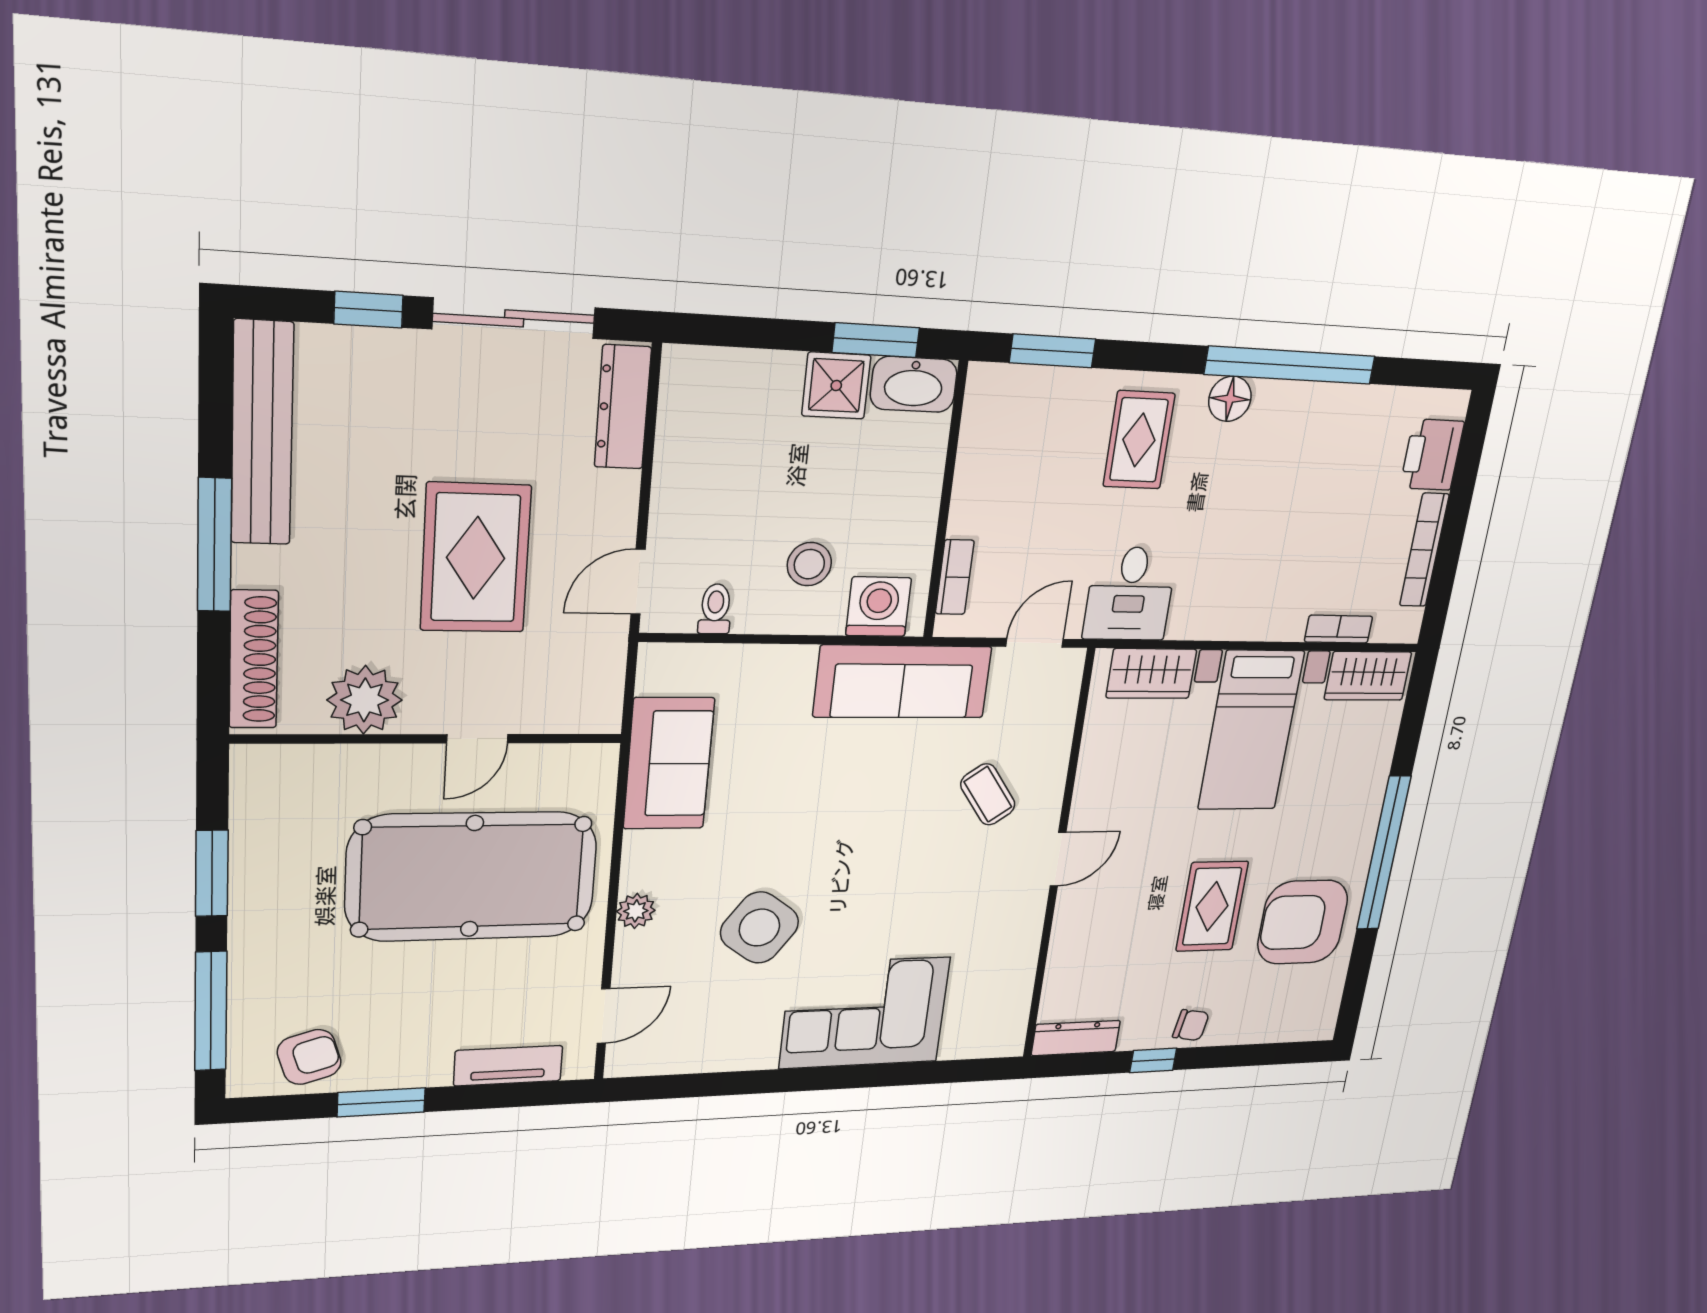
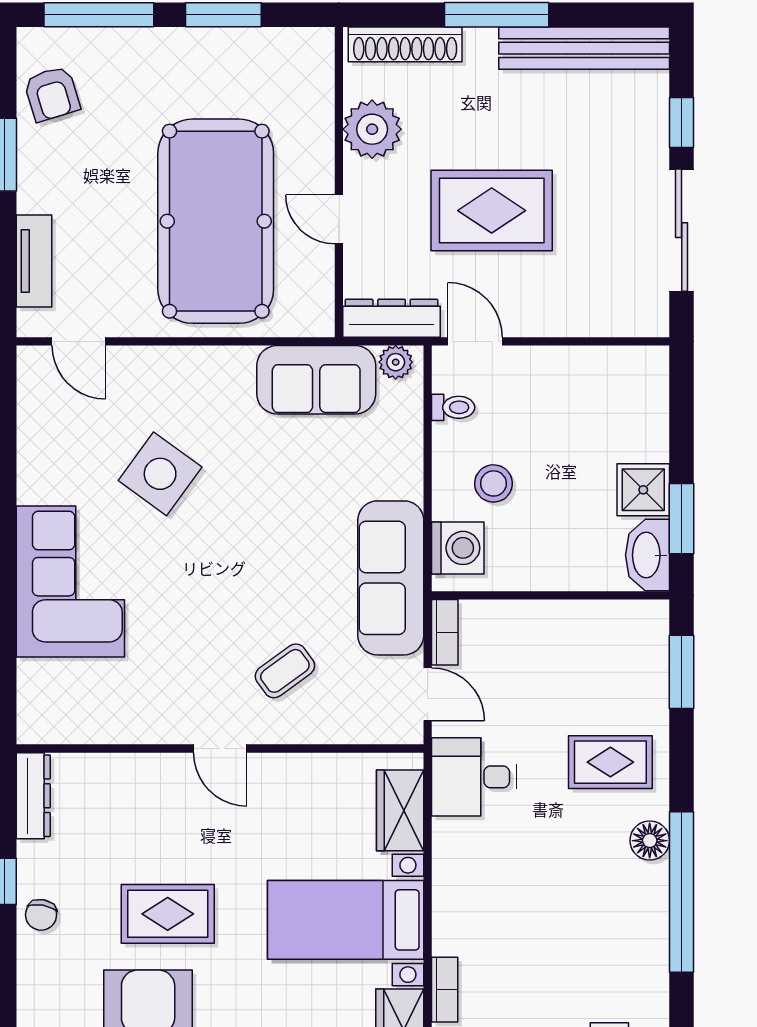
dresser: (623, 407) -> (392, 318), moved
bookcase: (955, 577) -> (445, 632), moved, turned -90
plant: (636, 911) -> (396, 362), moved

